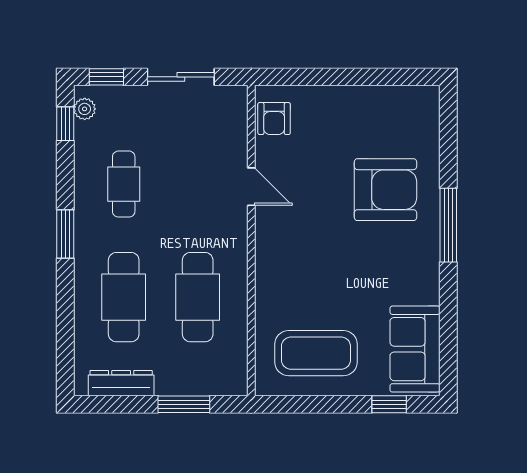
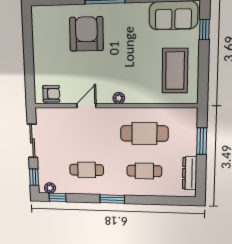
plant: (265, 249) -> (119, 98), added
cafe table: (124, 297) -> (144, 171), width x0.73, depth x0.74

